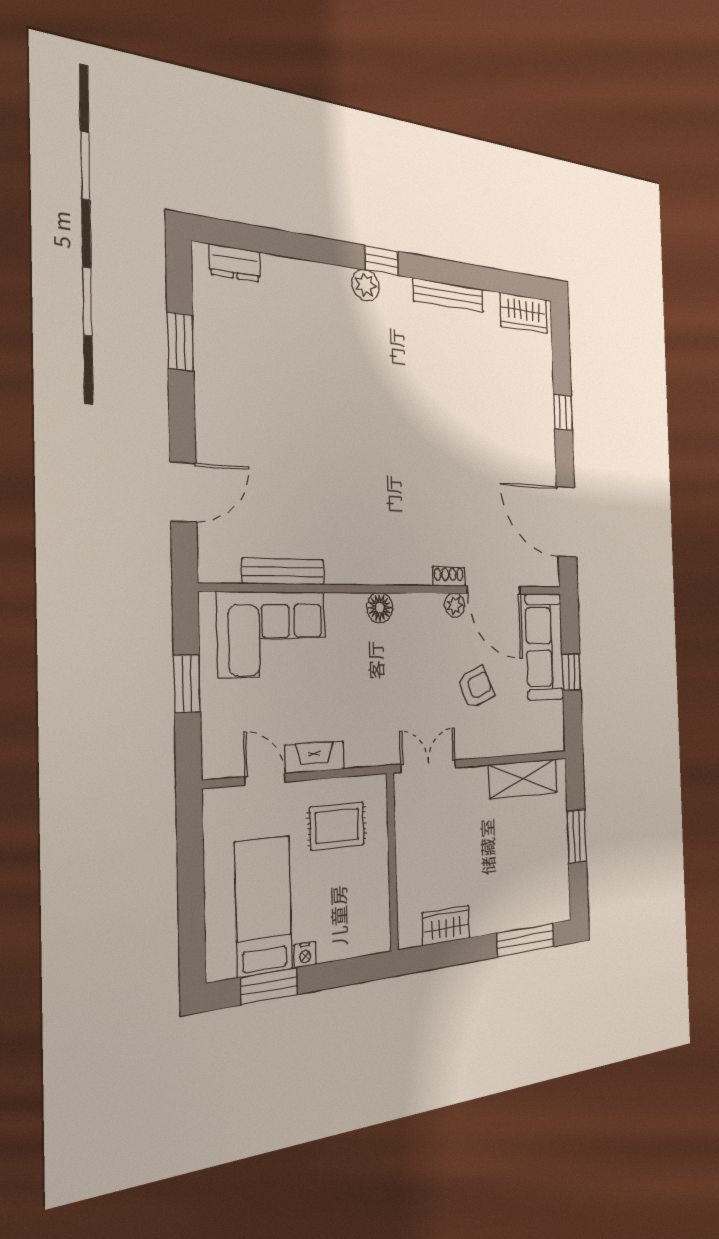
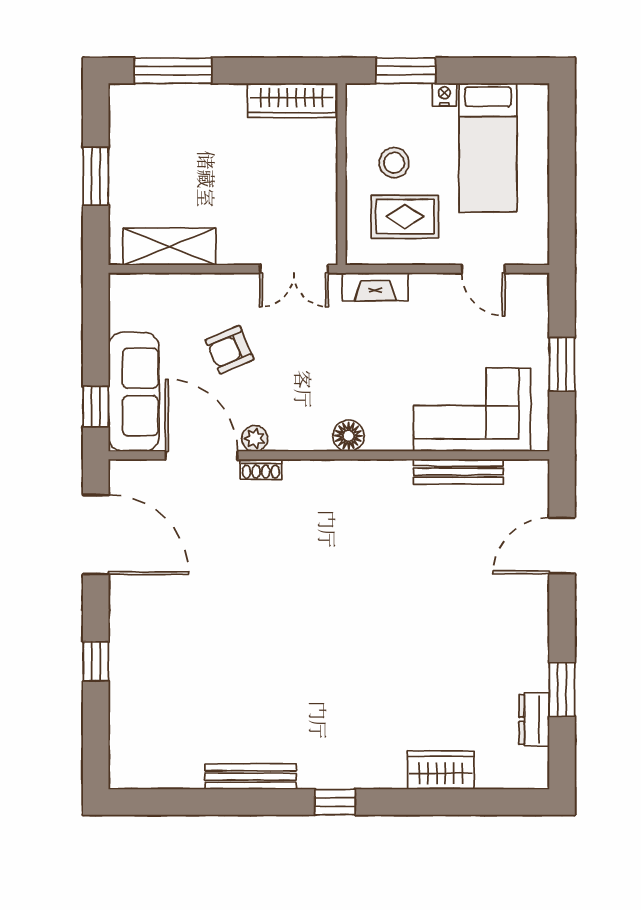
dresser: (235, 263) -> (534, 719), moved, turned -90
plant: (366, 285) -> (355, 773), removed
wardrobe: (524, 313) -> (441, 770), moved
window: (571, 672) -> (96, 407), moved
fireplace: (315, 757) -> (375, 287), moved
stool: (348, 879) -> (394, 163), added
wardrobe: (446, 925) -> (292, 100), width x1.50
window: (269, 986) -> (406, 71), moved

